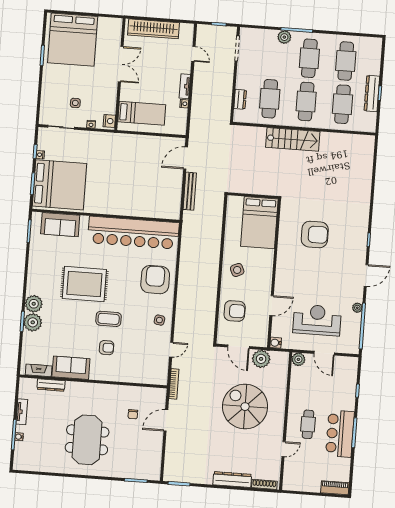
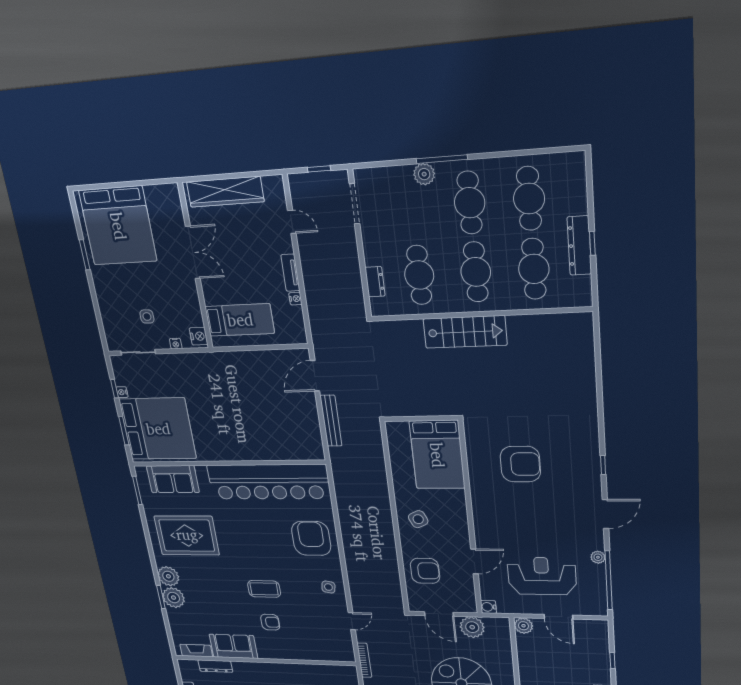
rug: (84, 284) -> (187, 535), moved

